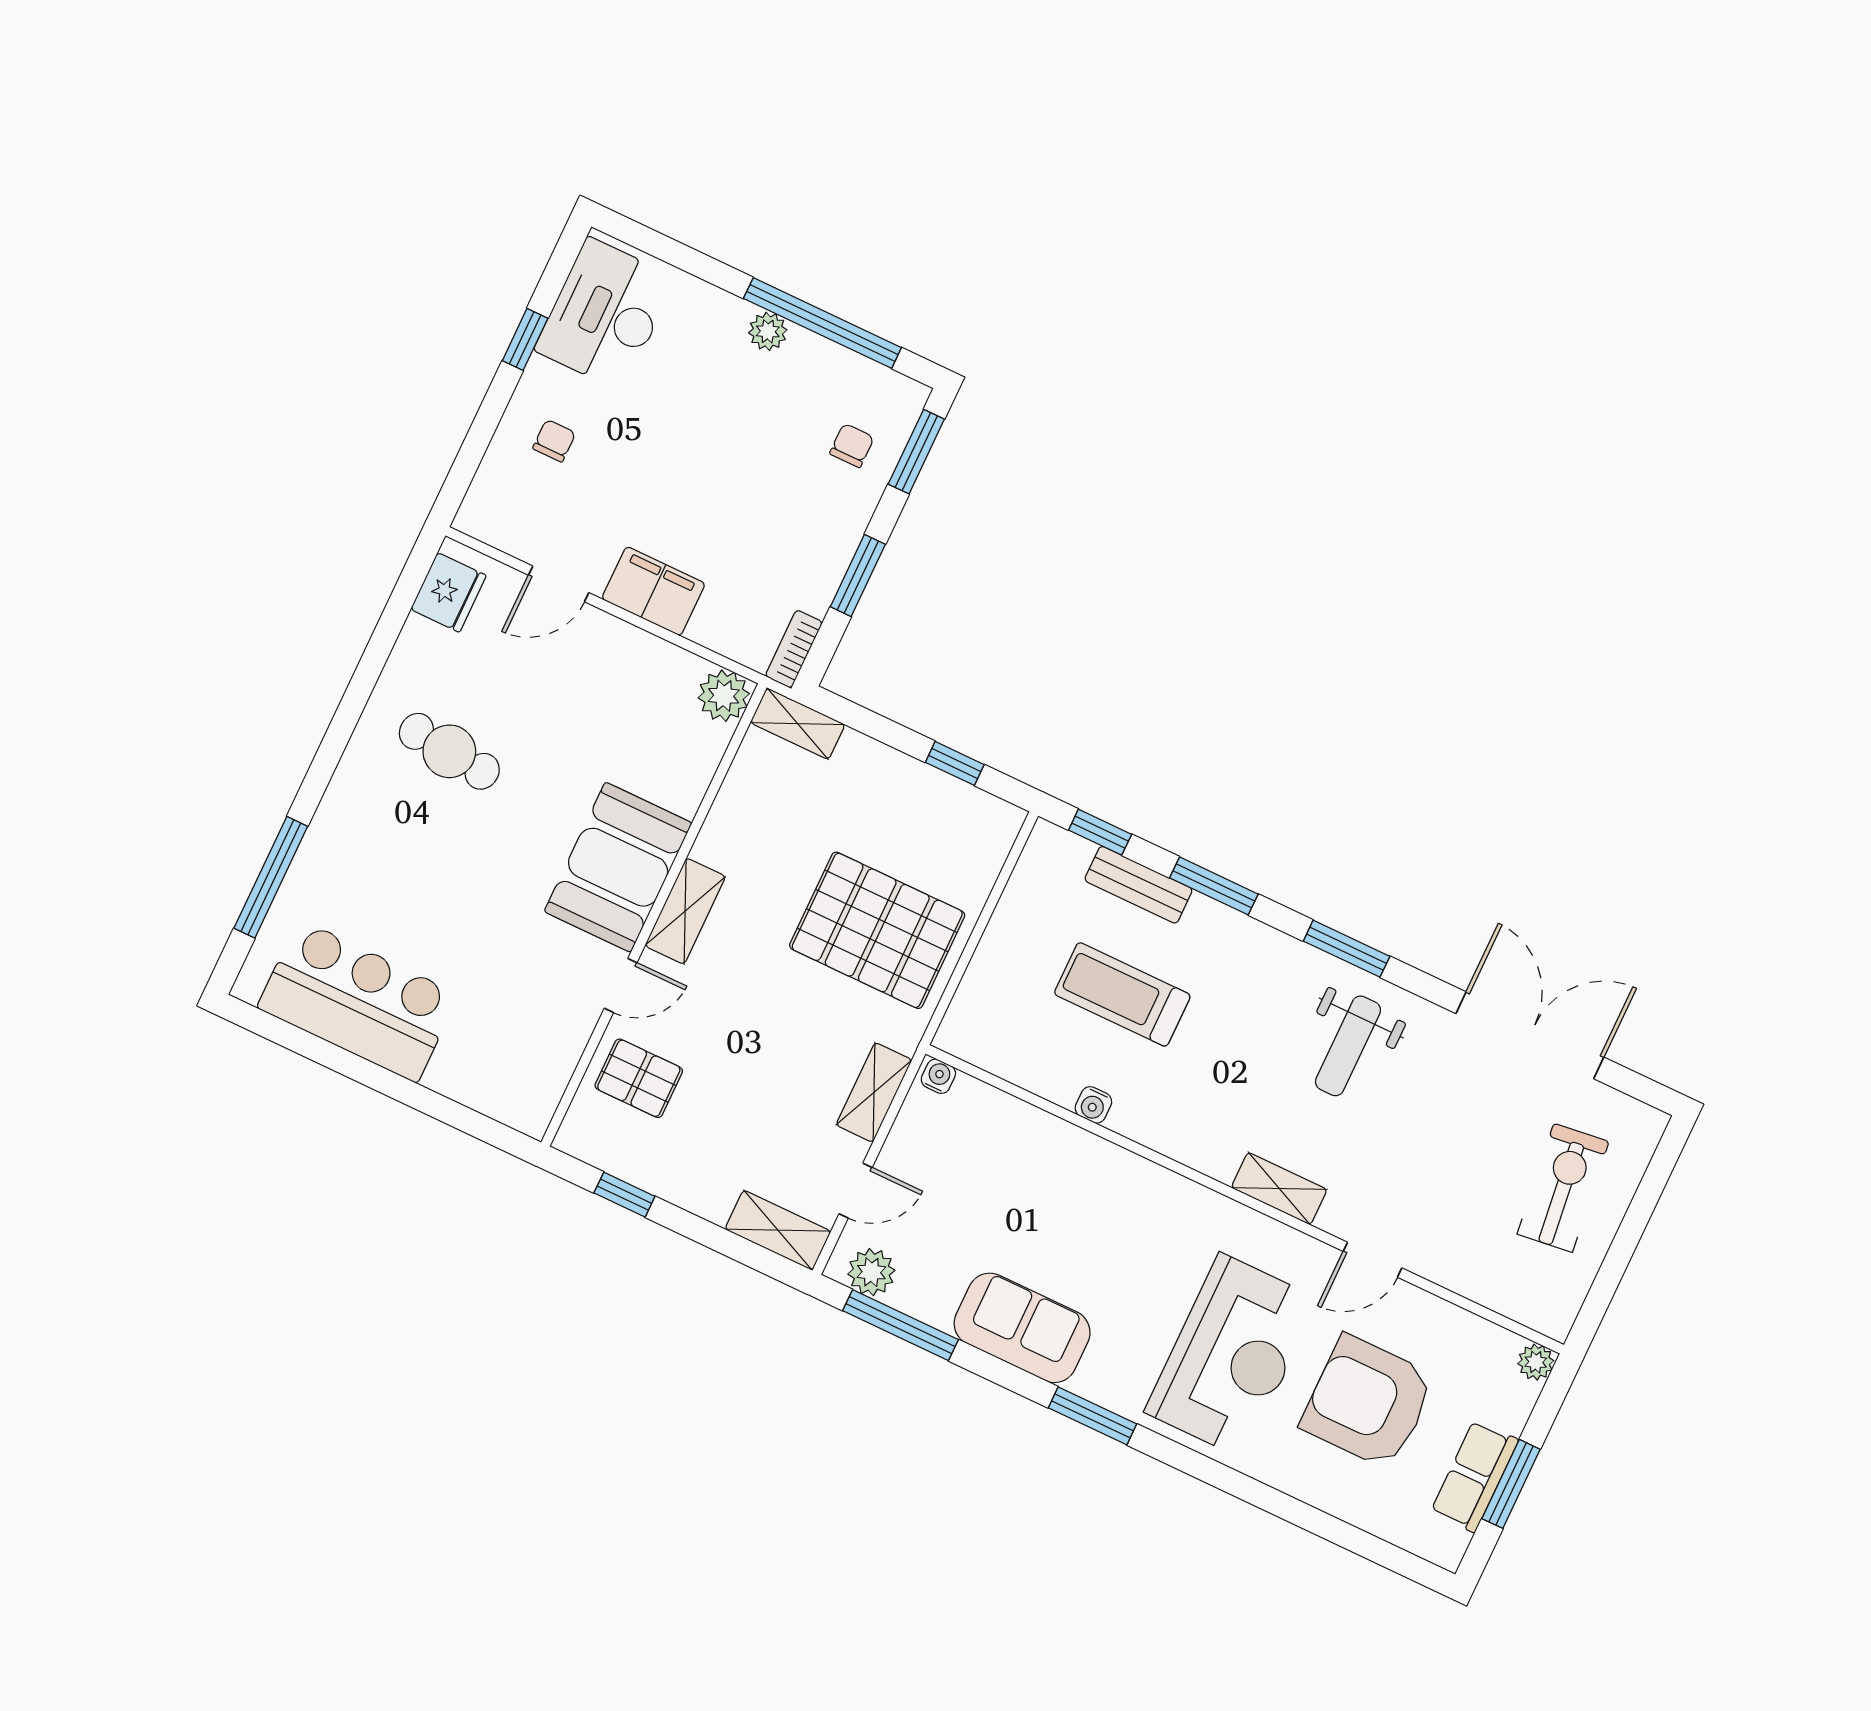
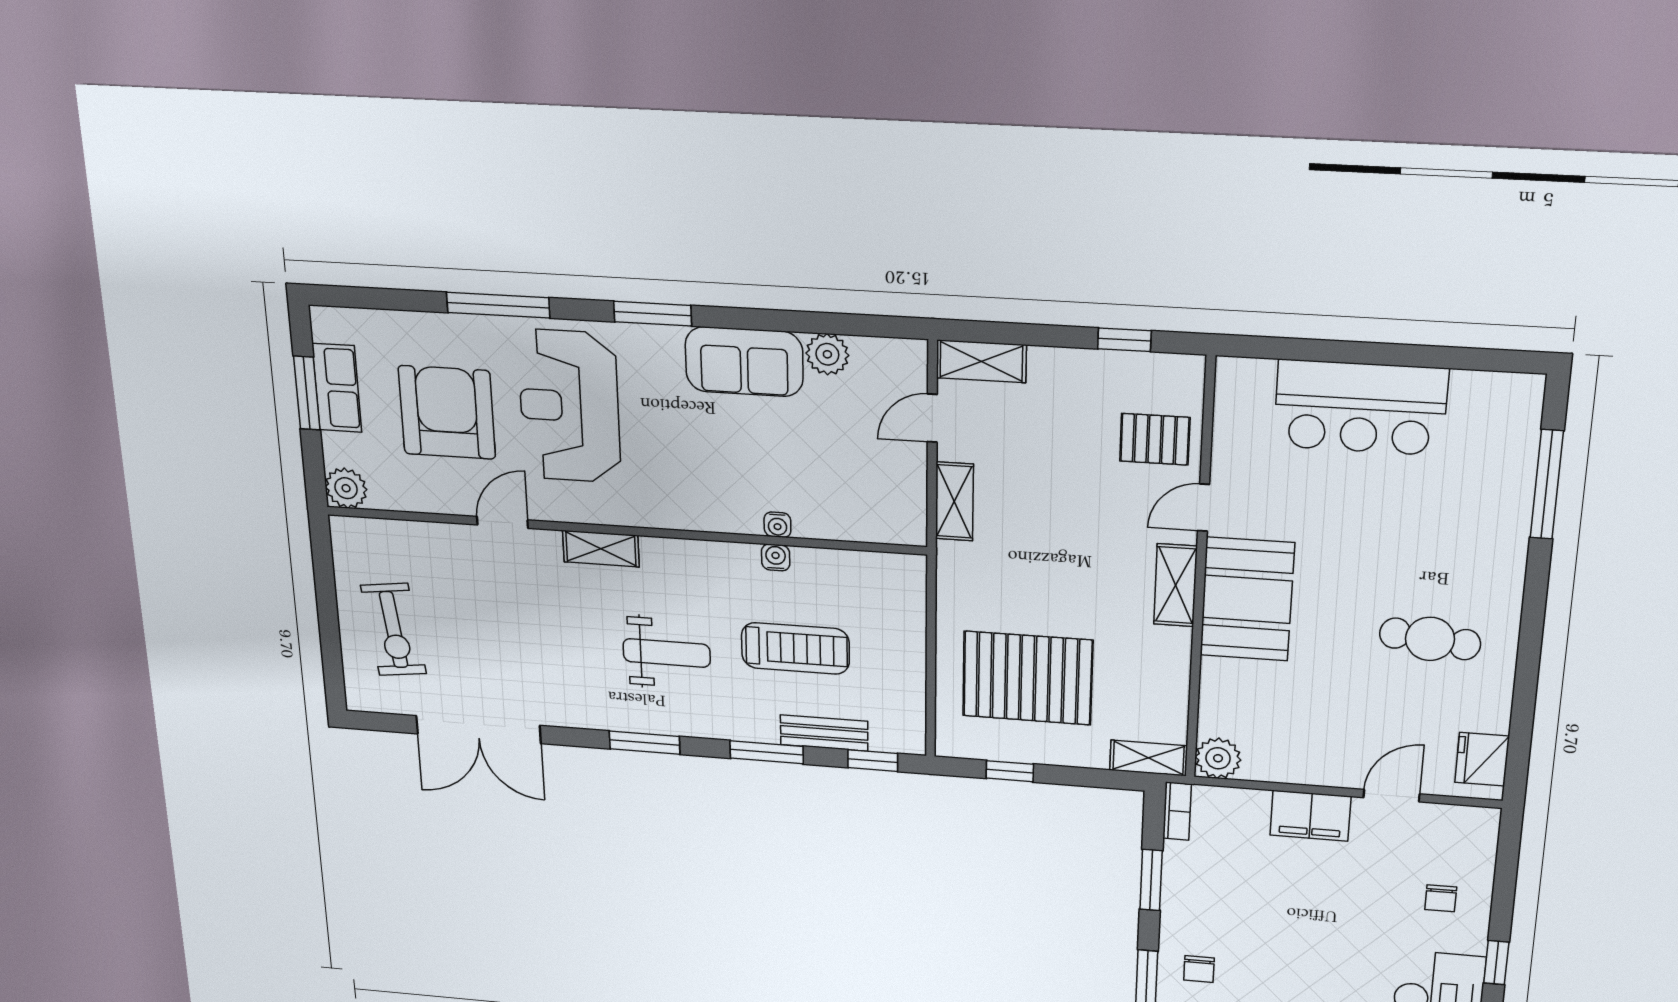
pallet: (877, 930) -> (1028, 678), moved
bar counter: (358, 1001) -> (1360, 407), moved
weight bench: (1348, 1046) -> (667, 653), moved, turned 90
water cooler: (938, 1076) -> (777, 525), moved
plant: (871, 1272) -> (827, 354), moved
window: (900, 1325) -> (498, 305), moved
plant: (1536, 1362) -> (346, 488), width x1.38, depth x1.38
armchair: (1368, 1402) -> (447, 412), turned -90

